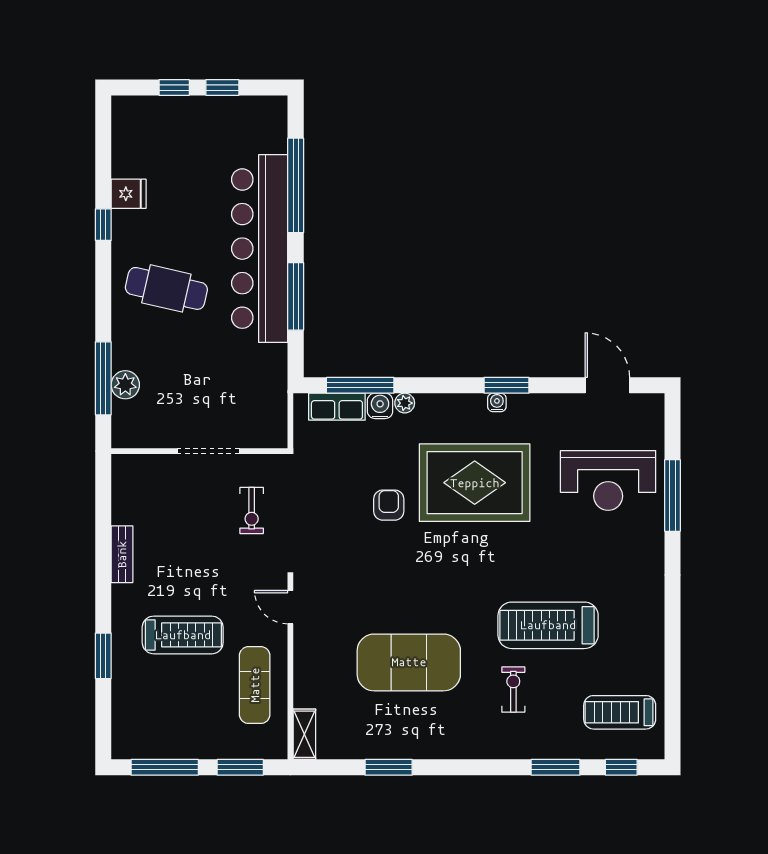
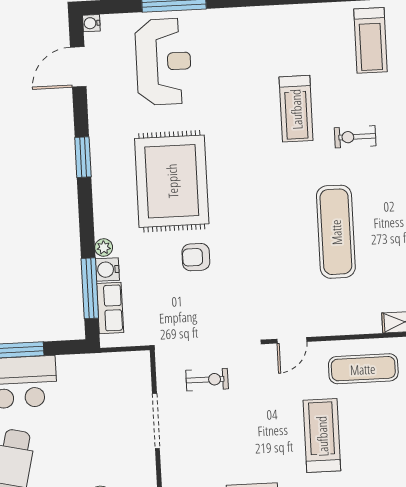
water cooler: (497, 402) -> (91, 23), moved
treadmill: (548, 625) -> (296, 109), width x0.73, depth x0.73
exercise mat: (409, 662) -> (336, 232), width x0.68

